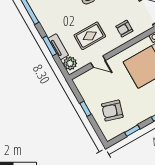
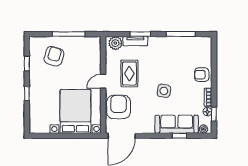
armchair: (124, 29) -> (119, 107), width x1.88, depth x1.88
door: (98, 62) -> (103, 81), moved
window: (86, 109) -> (69, 34), width x2.17

